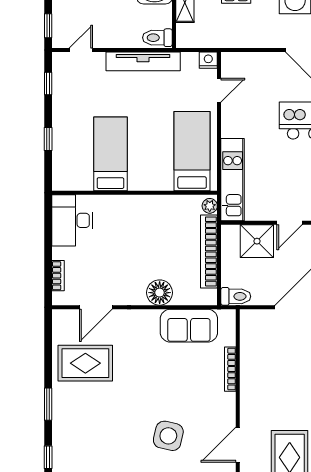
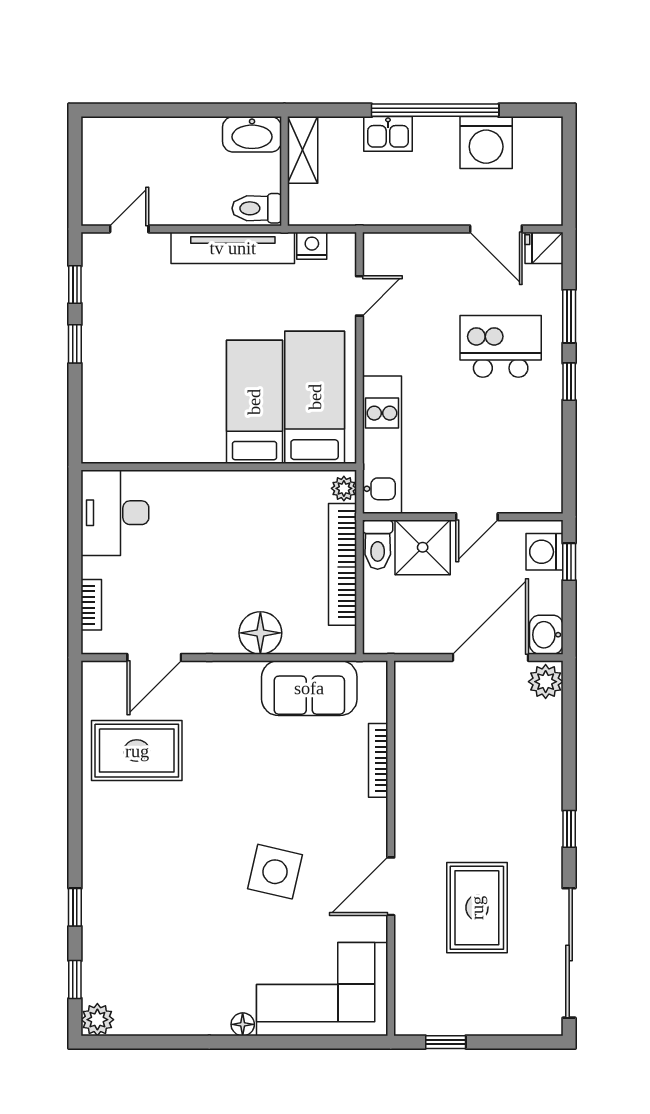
window: (48, 26) -> (75, 188), removed
nightstand: (208, 60) -> (312, 246), moved
window: (48, 139) -> (75, 344), moved
bed: (110, 154) -> (254, 402), moved
toilet: (236, 296) -> (378, 545), moved, turned 90
window: (48, 404) -> (75, 819), removed

